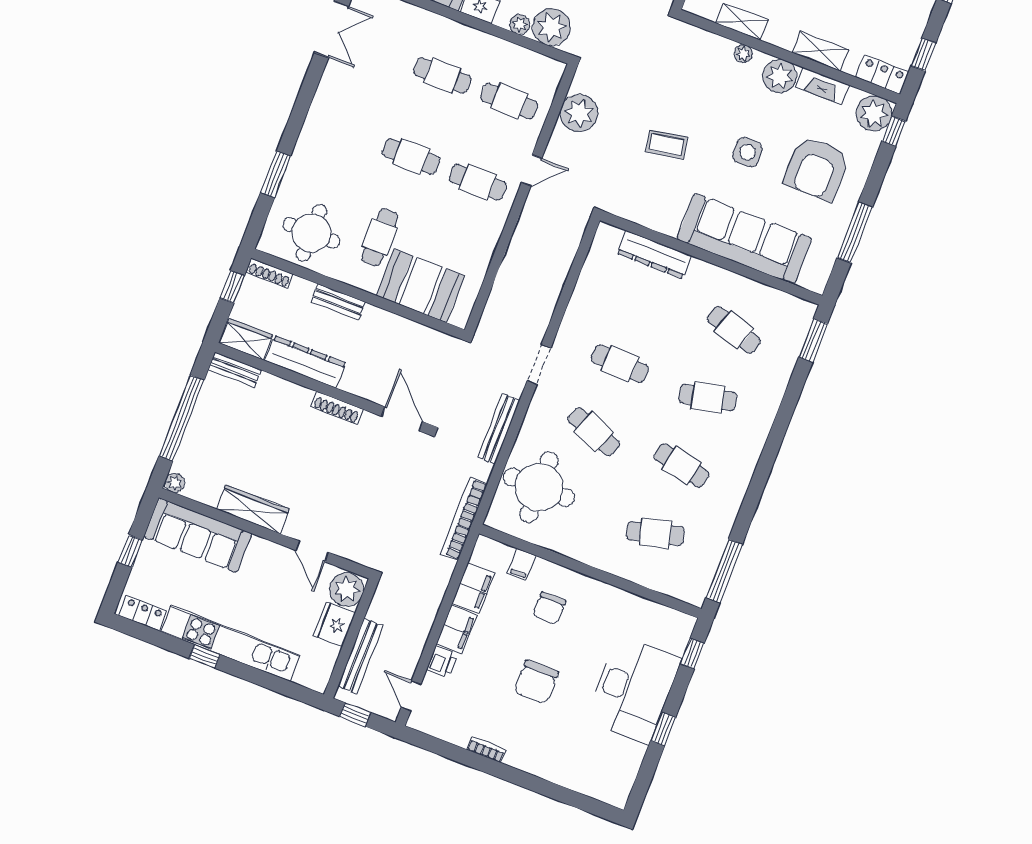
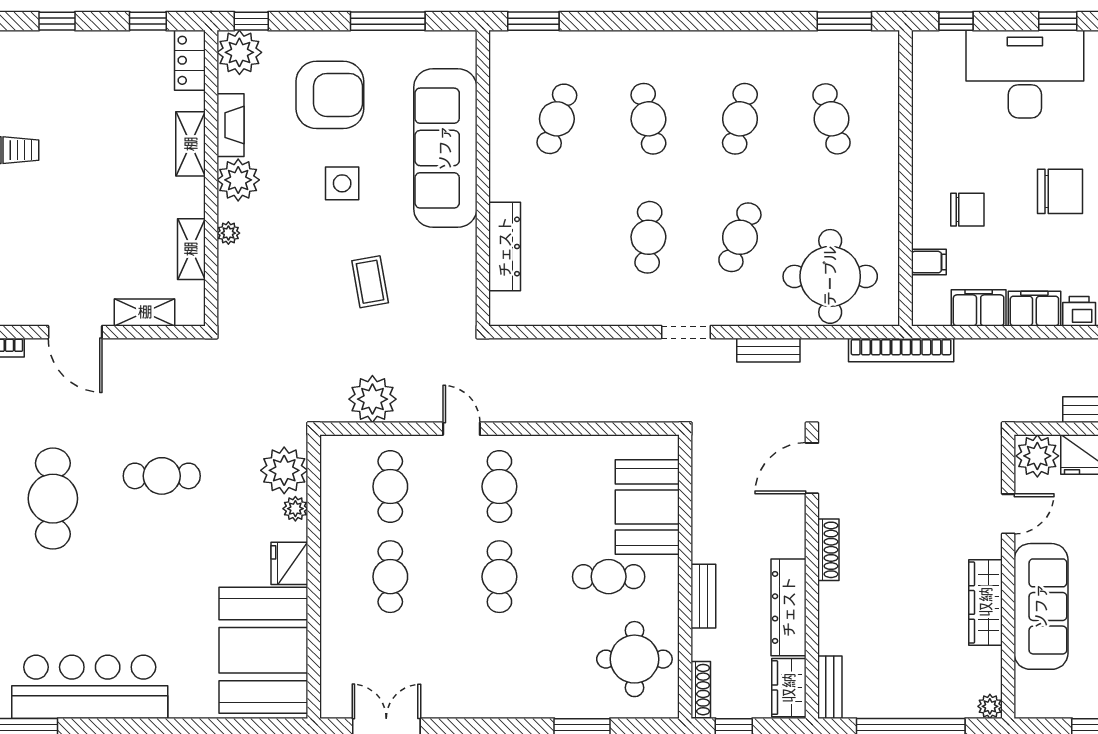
bench: (499, 429) -> (768, 350), width x0.73
sofa: (198, 535) -> (1041, 606), moved
window: (724, 571) -> (844, 21), width x0.69

